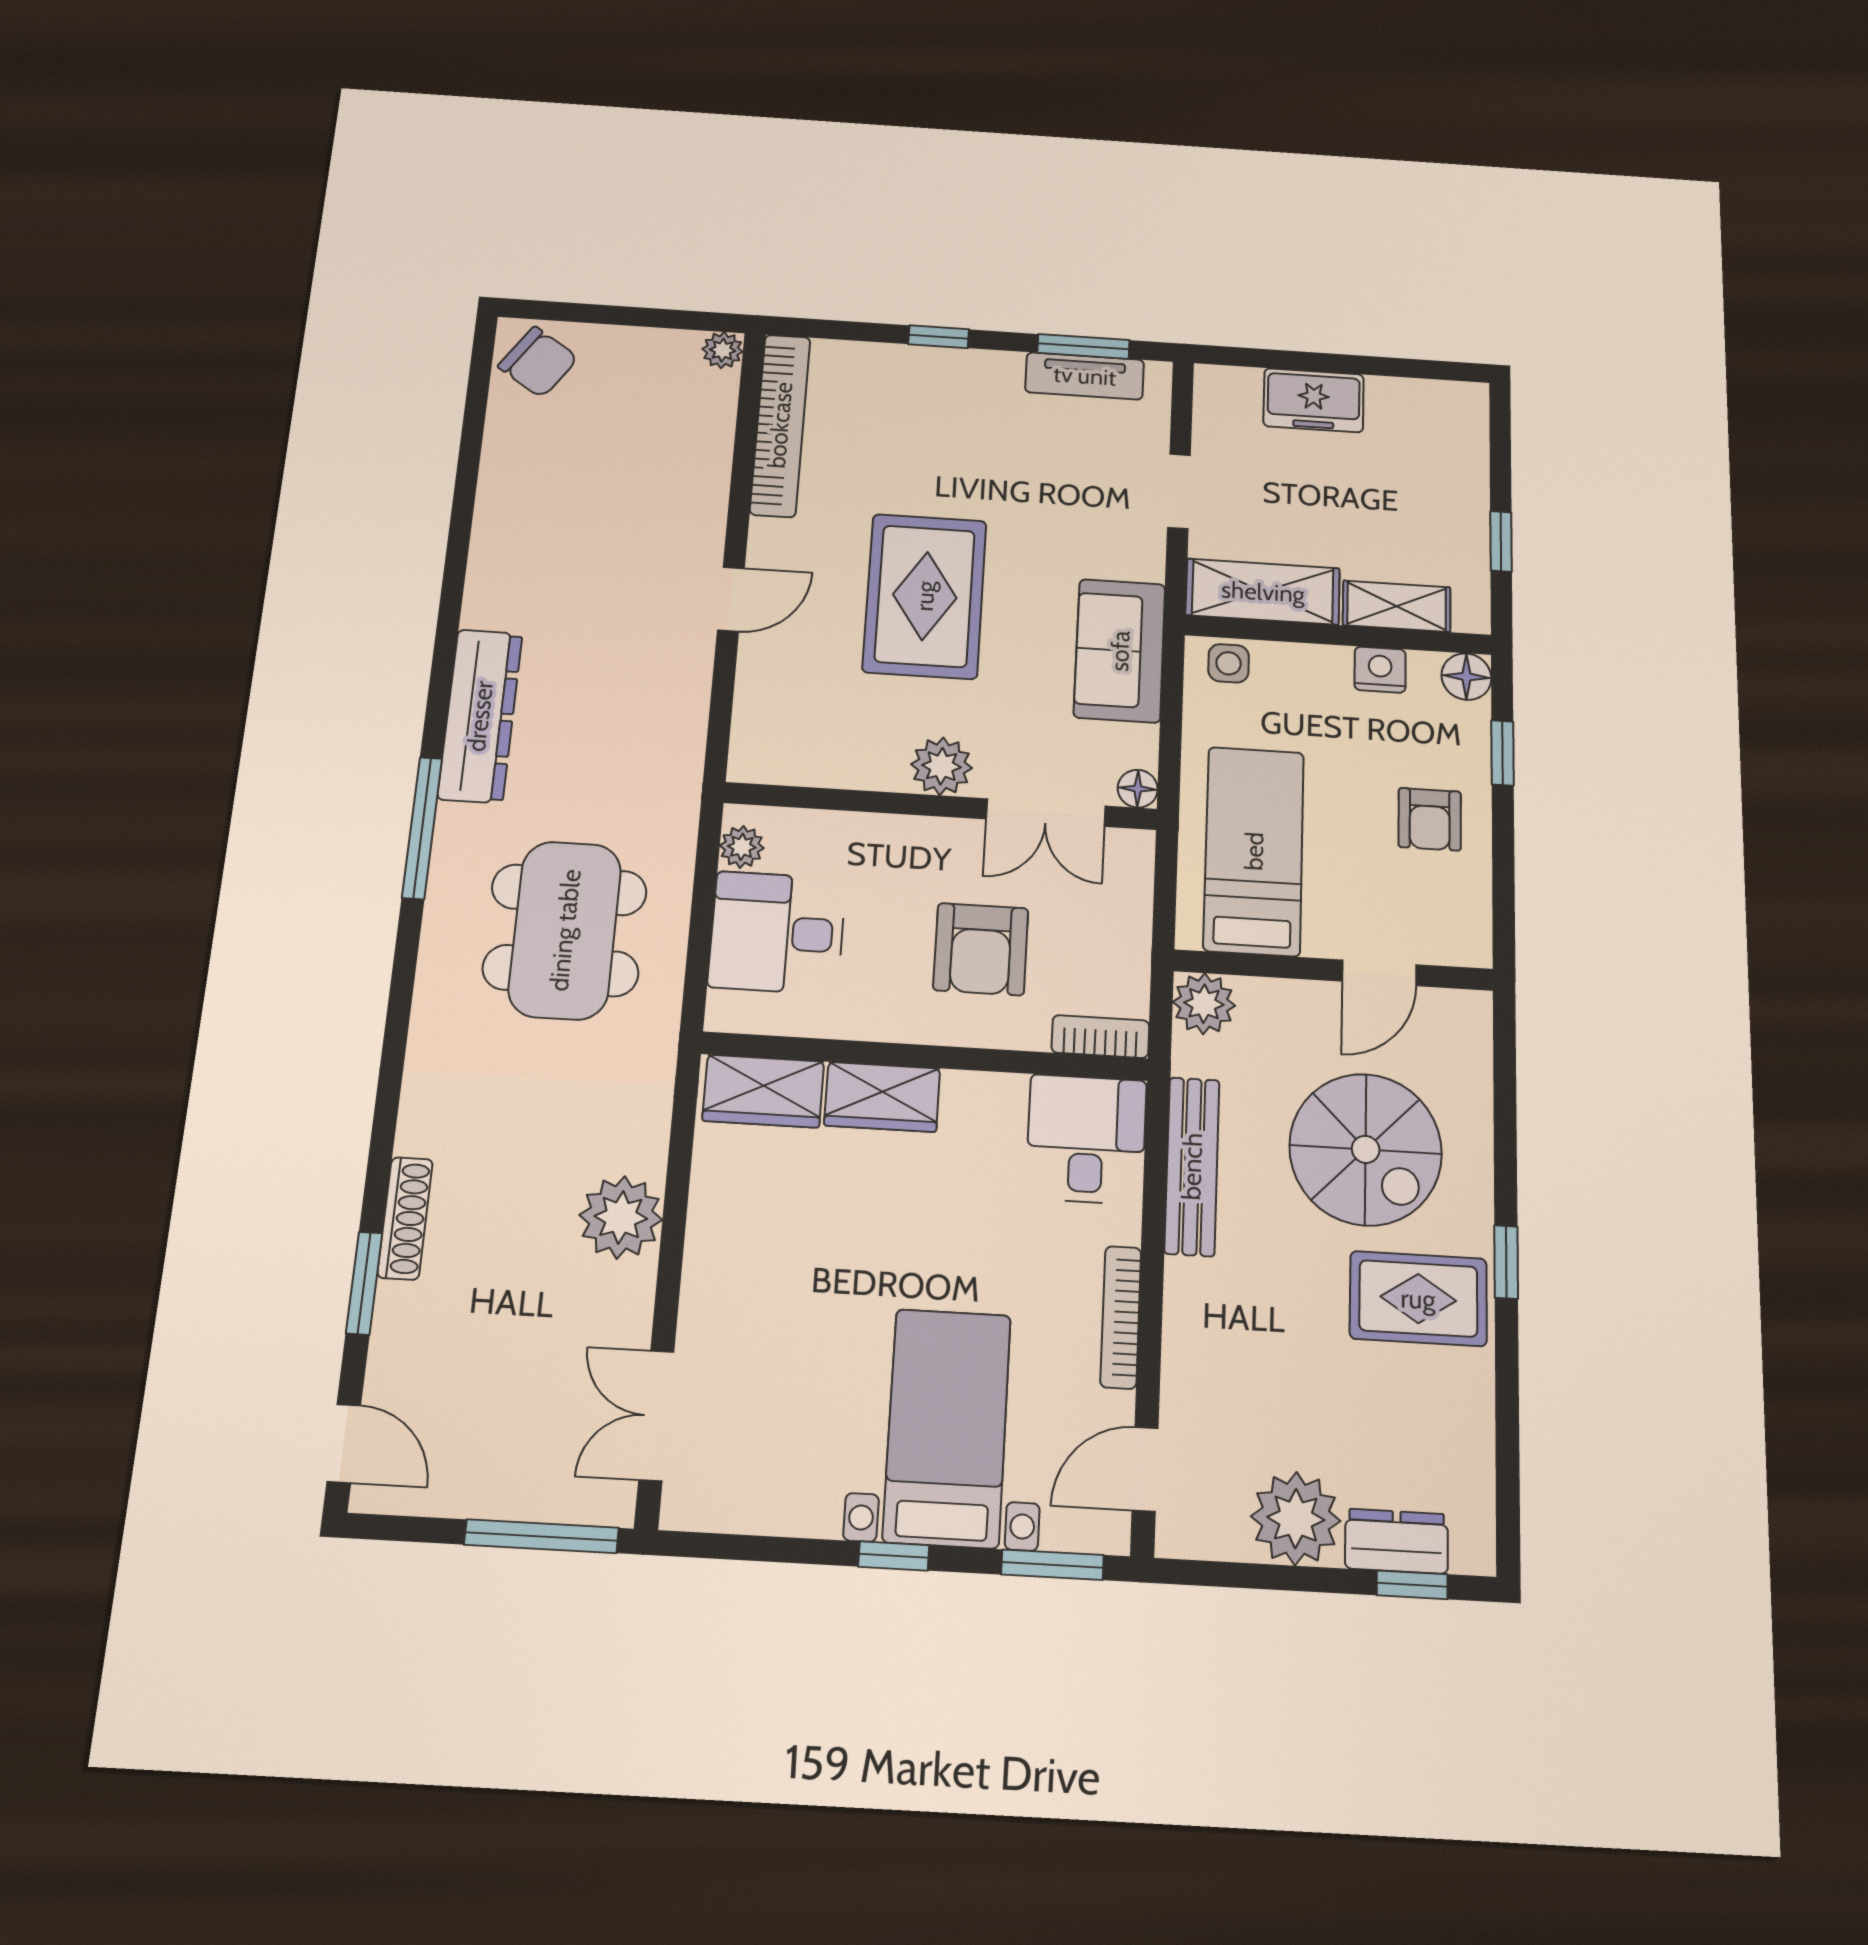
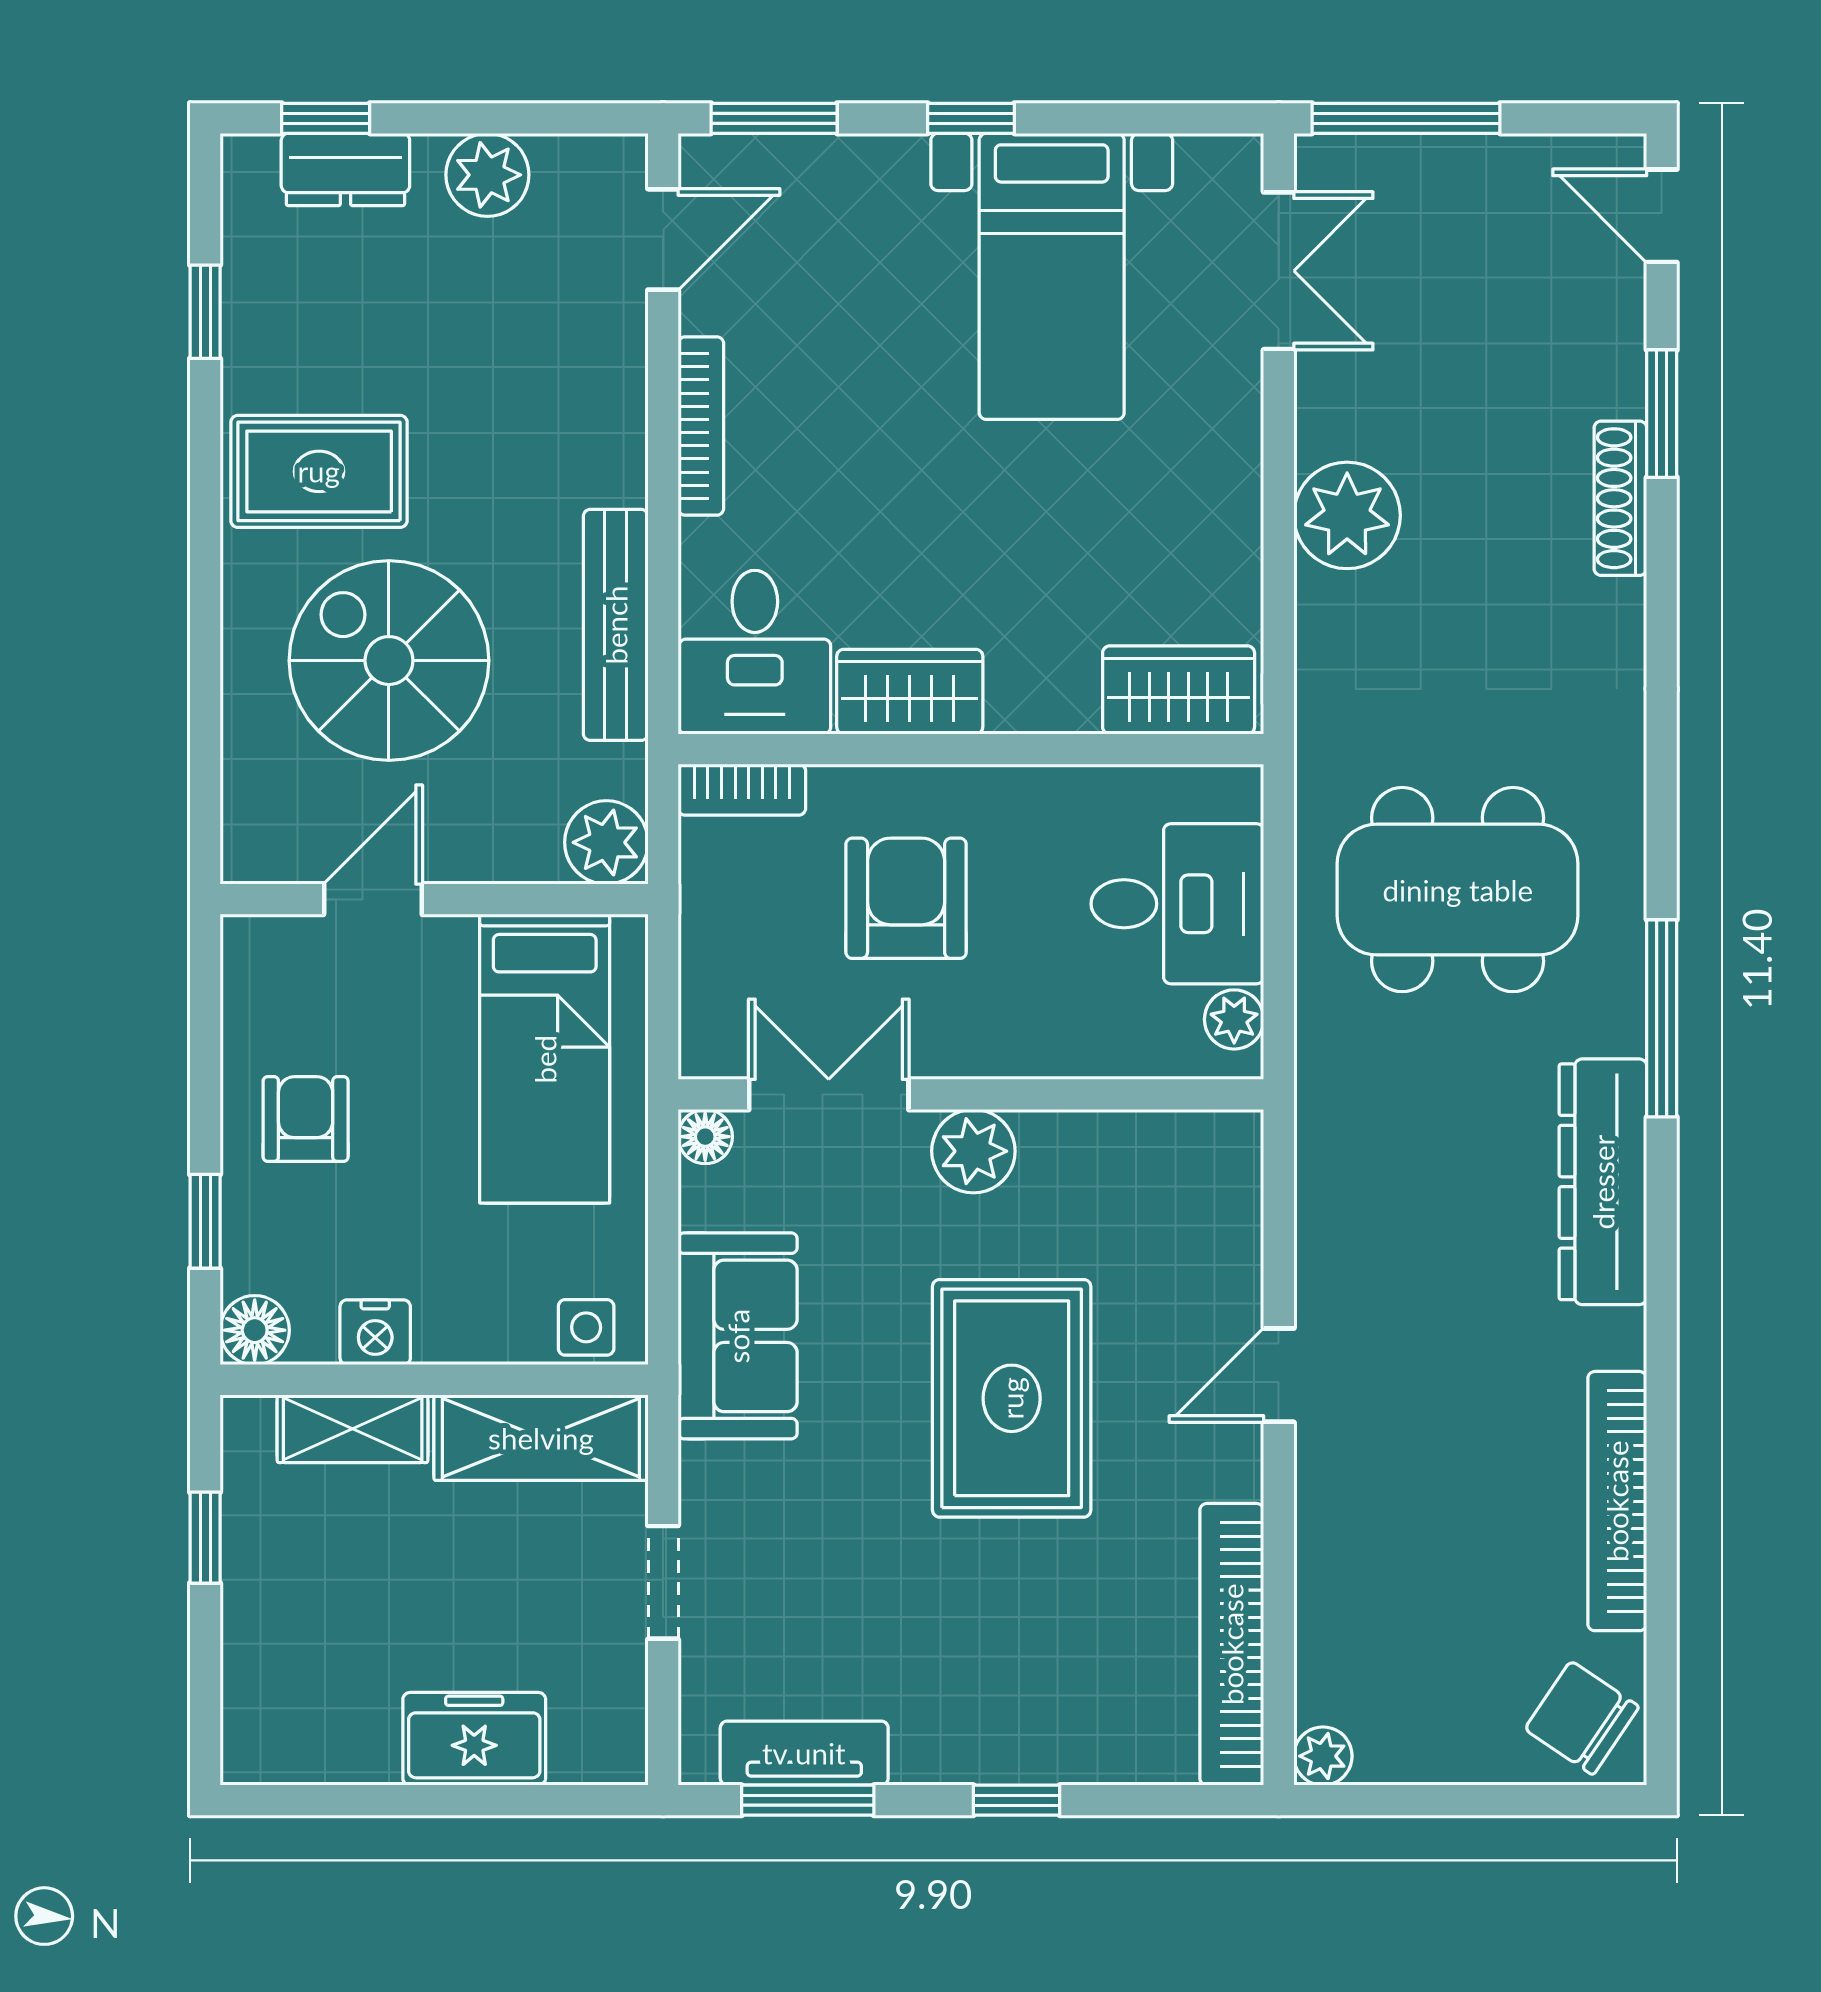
bookcase: (496, 500) -> (1617, 1501), added
dining table: (565, 930) -> (1458, 890), turned 90
wardrobe: (882, 1097) -> (910, 692), moved
window: (1506, 1262) -> (205, 312), moved
bed with nightstands: (947, 1428) -> (1052, 276), moved
plant: (1296, 1519) -> (487, 175), width x0.73, depth x0.73

